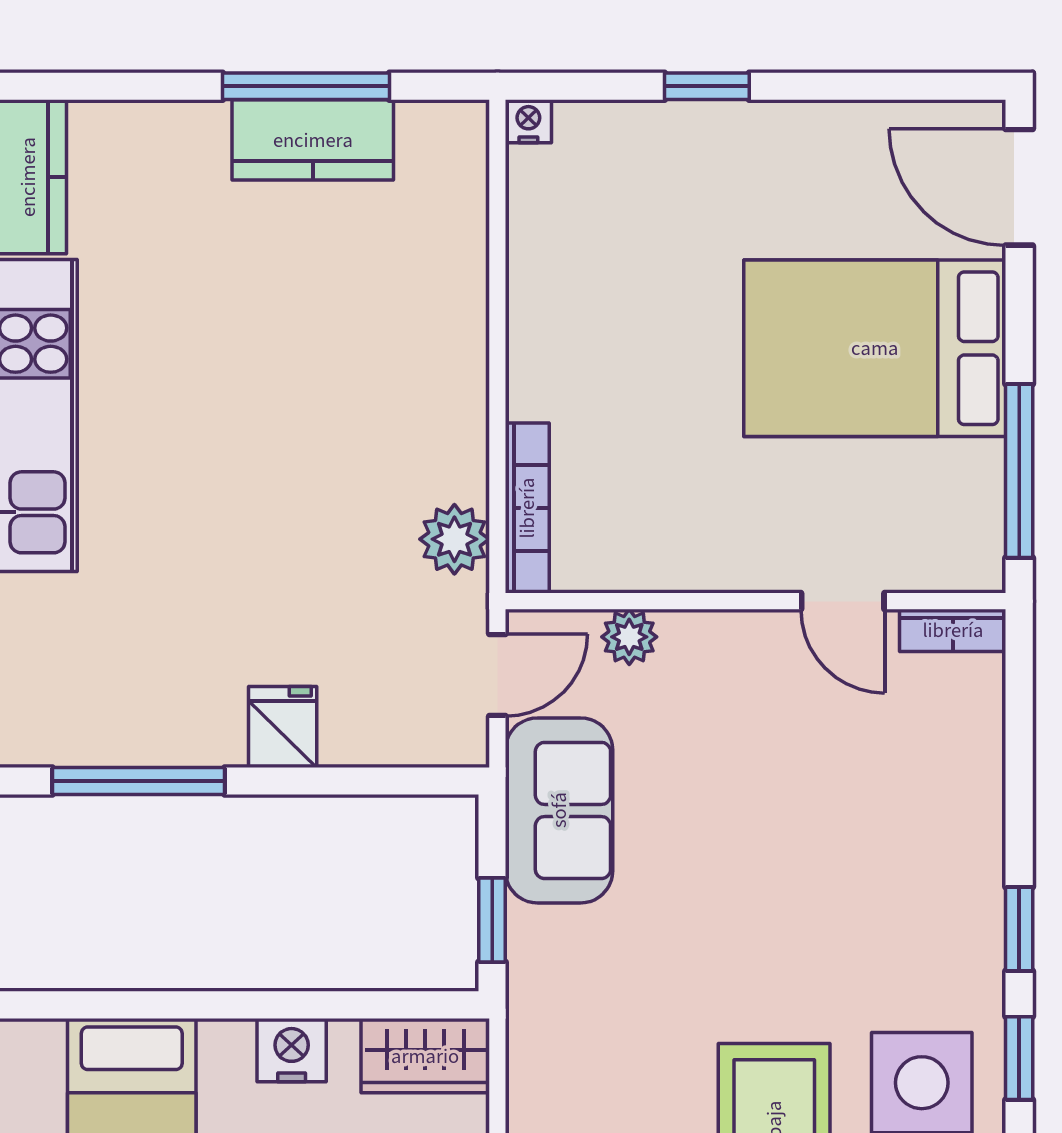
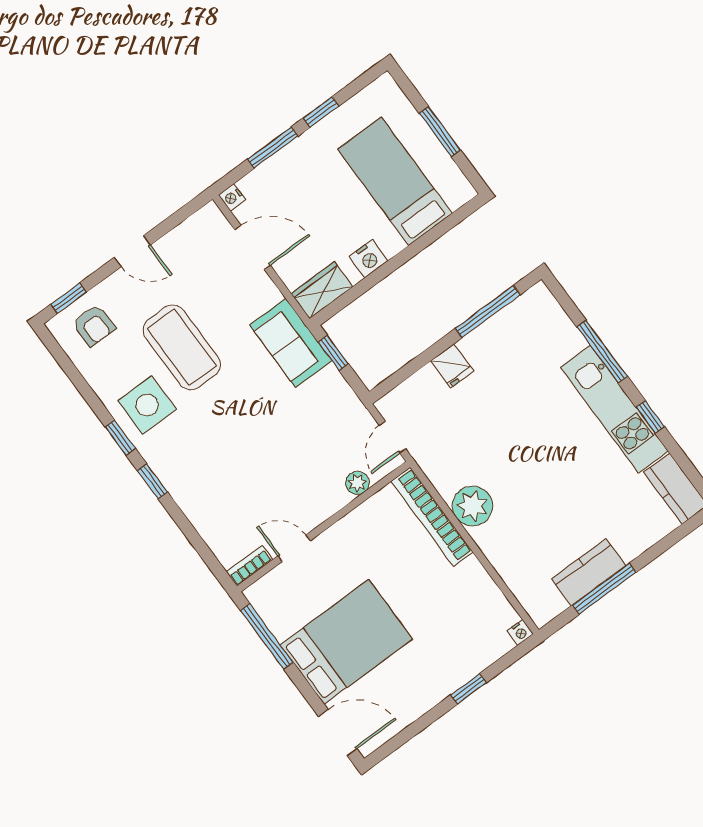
bookcase: (527, 508) -> (432, 517), width x1.48, depth x1.31
plant: (454, 539) -> (472, 506), moved, width x1.36, depth x1.36
sofa: (559, 810) -> (291, 343), moved

